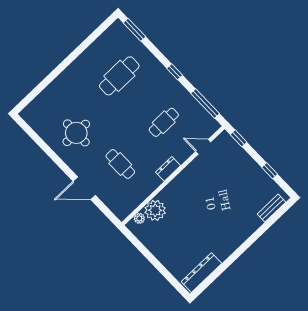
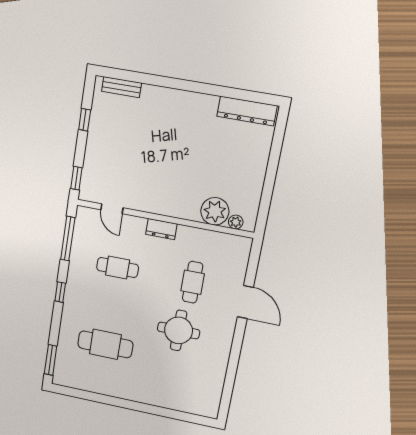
round table: (76, 133) -> (179, 330), moved

